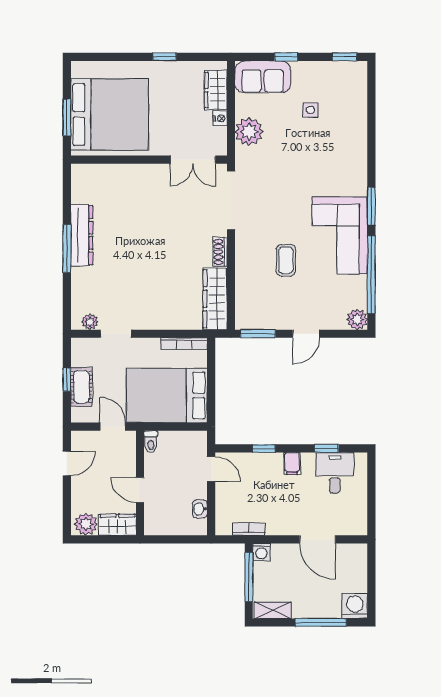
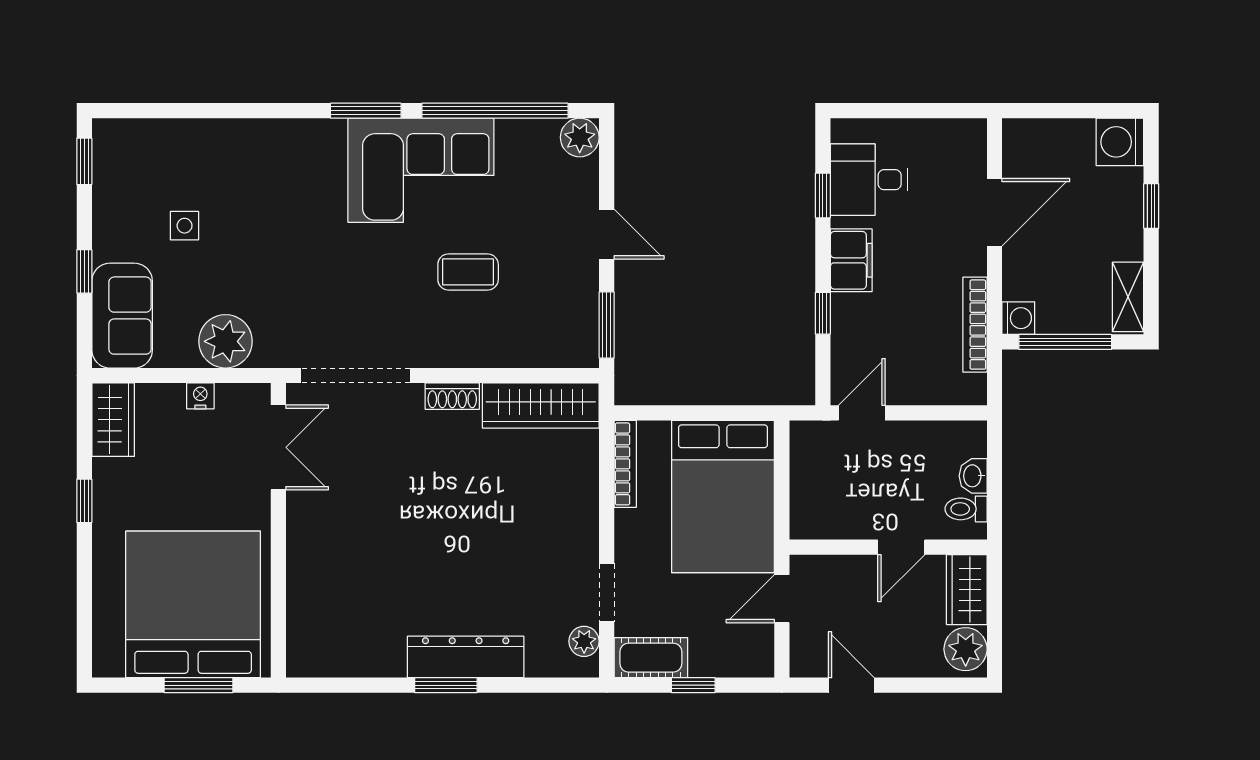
wardrobe: (216, 90) -> (113, 420), moved, turned -90
dresser: (82, 235) -> (466, 657), moved
window: (67, 249) -> (446, 685), width x0.69
cot: (81, 387) -> (651, 658), moved
toilet: (151, 442) -> (966, 509), moved, turned 180
filing cabinet: (292, 463) -> (851, 260), width x2.00
washbasin: (200, 509) -> (973, 476), moved, turned 90
bookcase: (249, 529) -> (975, 325), width x1.56
window: (321, 622) -> (1151, 206), width x0.46

